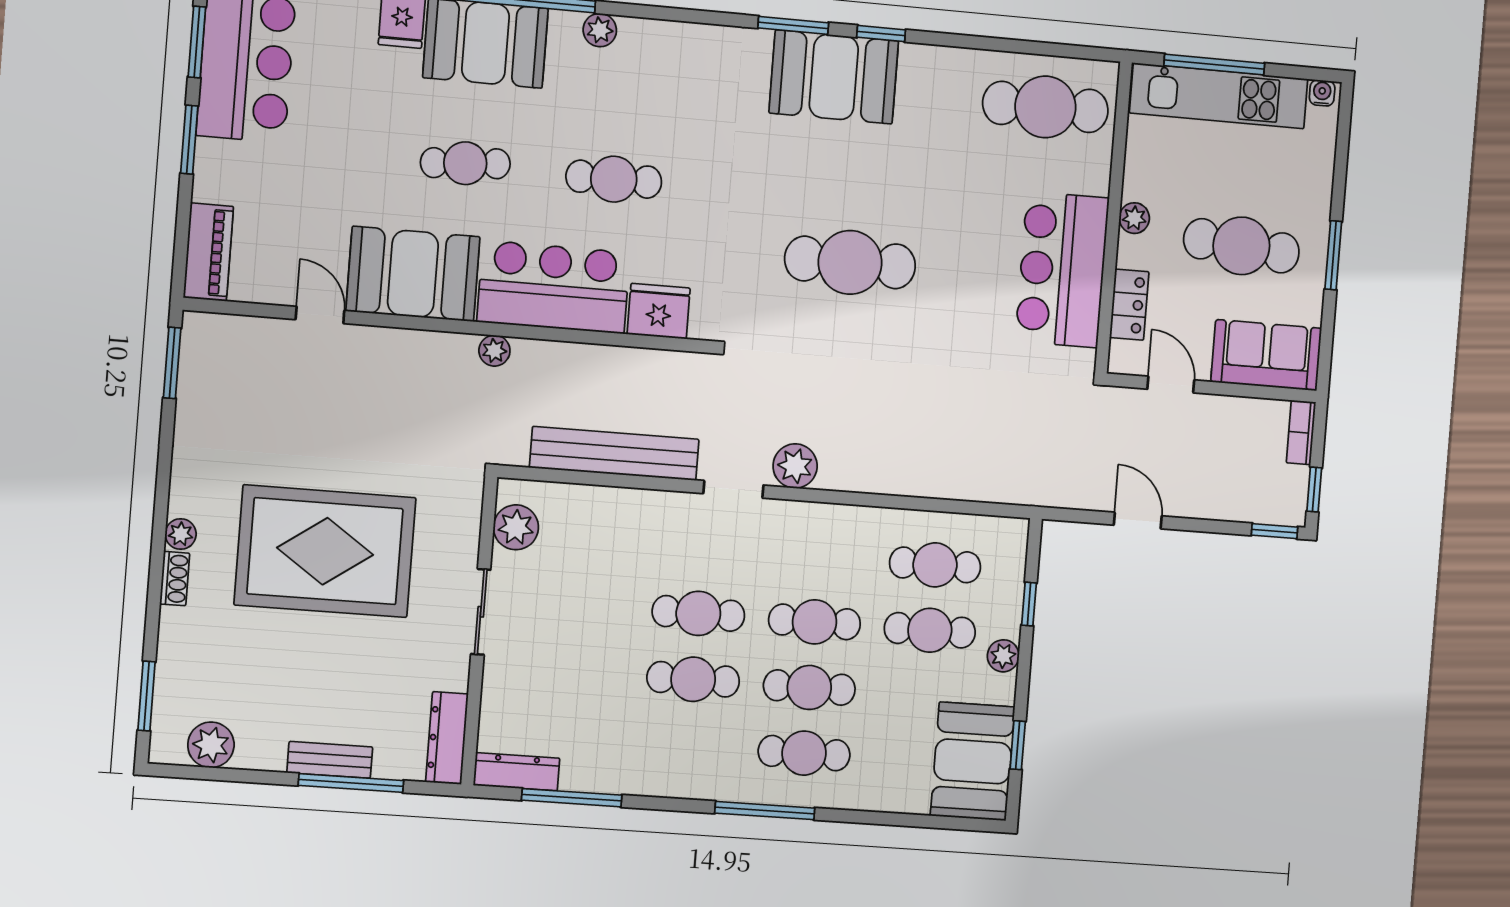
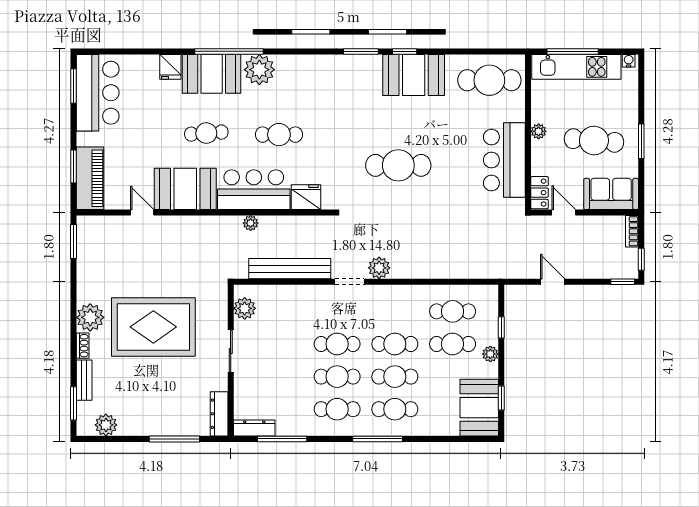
plant: (600, 30) -> (259, 70), width x1.87, depth x1.87
booth: (834, 77) -> (414, 75), moved
window: (189, 140) -> (73, 166), moved
piano: (208, 252) -> (90, 178), width x1.37, depth x1.33
locker: (1129, 305) -> (540, 193), moved
plant: (494, 351) -> (251, 223), moved
plant: (181, 534) -> (90, 317), width x1.88, depth x1.88
cafe table: (688, 745) -> (337, 409), added
bench: (330, 760) -> (84, 380), moved, turned 90

